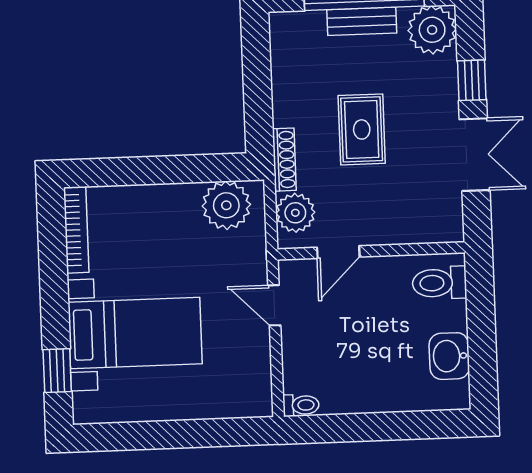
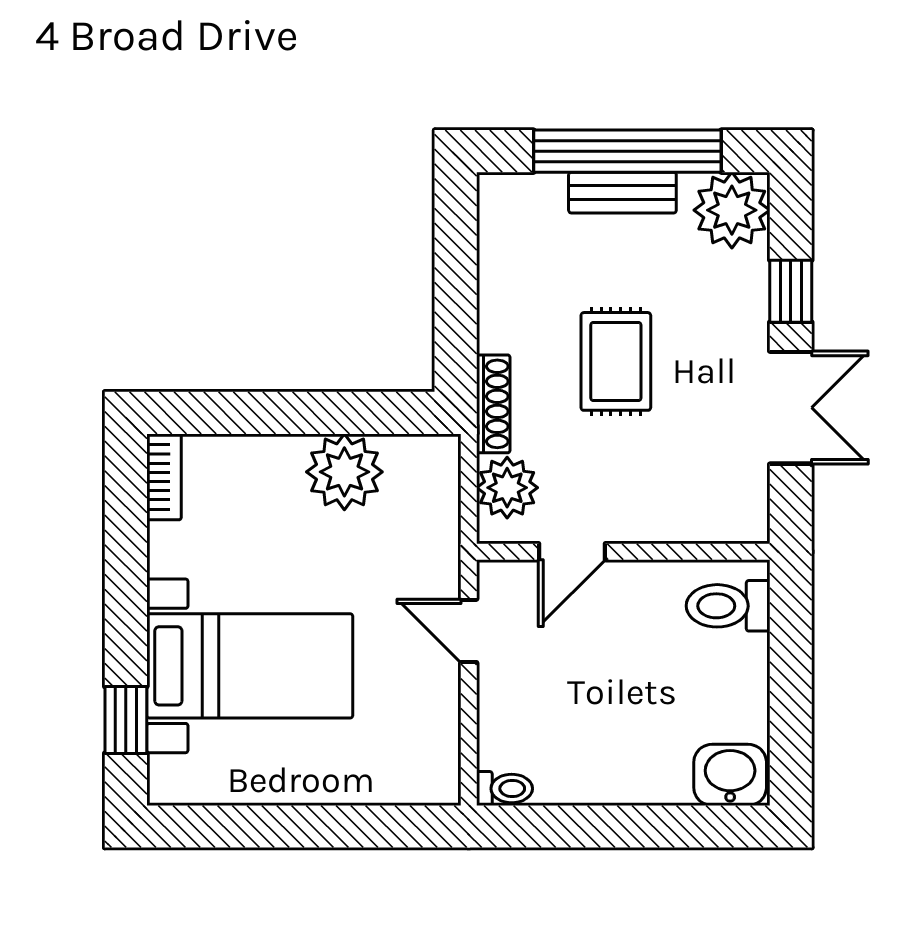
plant: (226, 205) -> (344, 472), moved
bookcase: (76, 230) -> (164, 477), width x0.64
washbasin: (449, 356) -> (730, 775), moved, turned 90

